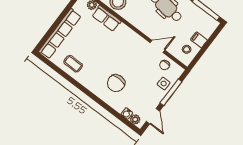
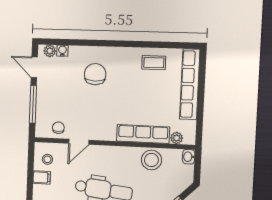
row of seats: (106, 18) -> (143, 134), width x1.48
side table: (164, 84) -> (47, 108), removed

